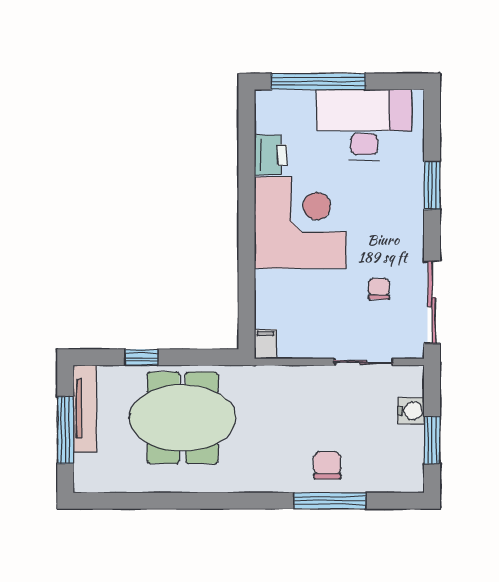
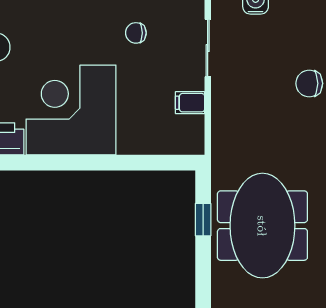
filing cabinet: (266, 344) -> (190, 103), moved
window: (142, 357) -> (203, 220), moved

